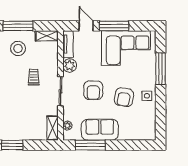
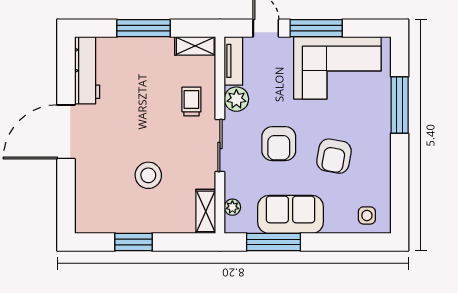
stool: (18, 48) -> (148, 175), moved
trolley: (34, 77) -> (191, 102), moved
side table: (147, 96) -> (367, 215), moved

